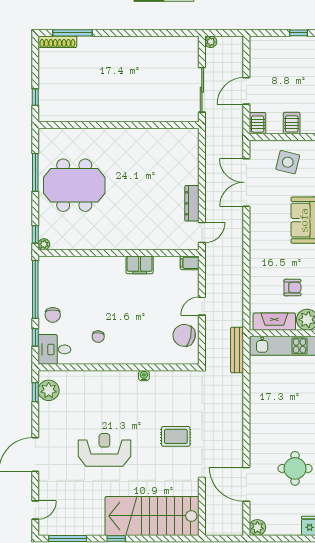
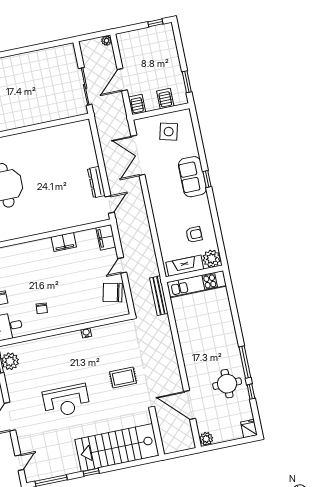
plant: (211, 42) -> (106, 41), moved
filing cabinet: (190, 263) -> (106, 237), width x2.00
reception desk: (104, 450) -> (66, 401), turned 180

